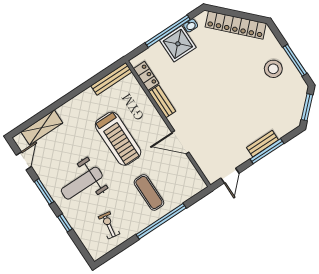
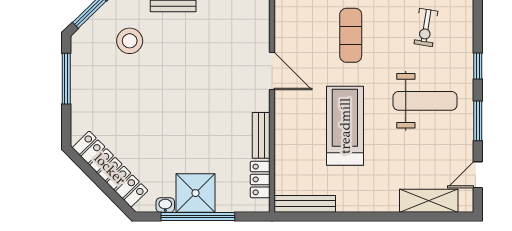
stool: (273, 69) -> (130, 41), moved

